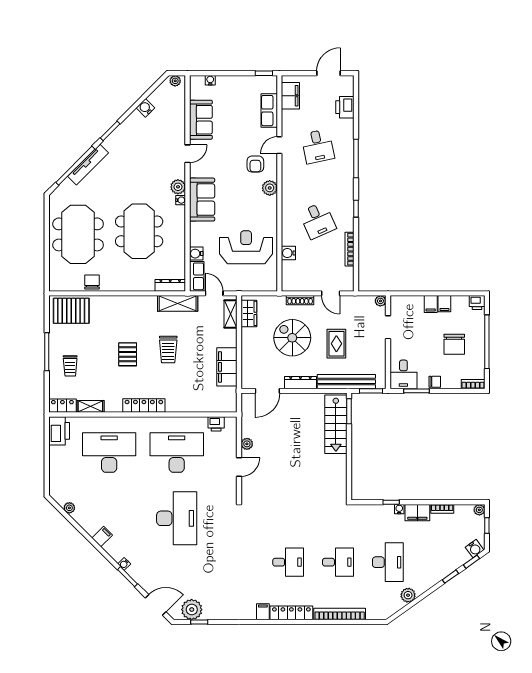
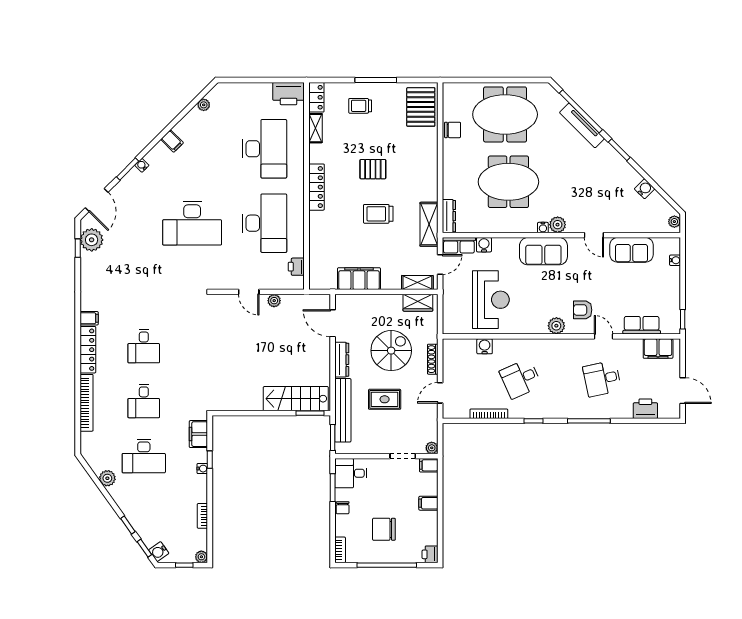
filing cabinet: (444, 304) -> (429, 465), moved
filing cabinet: (417, 513) -> (198, 434), moved

